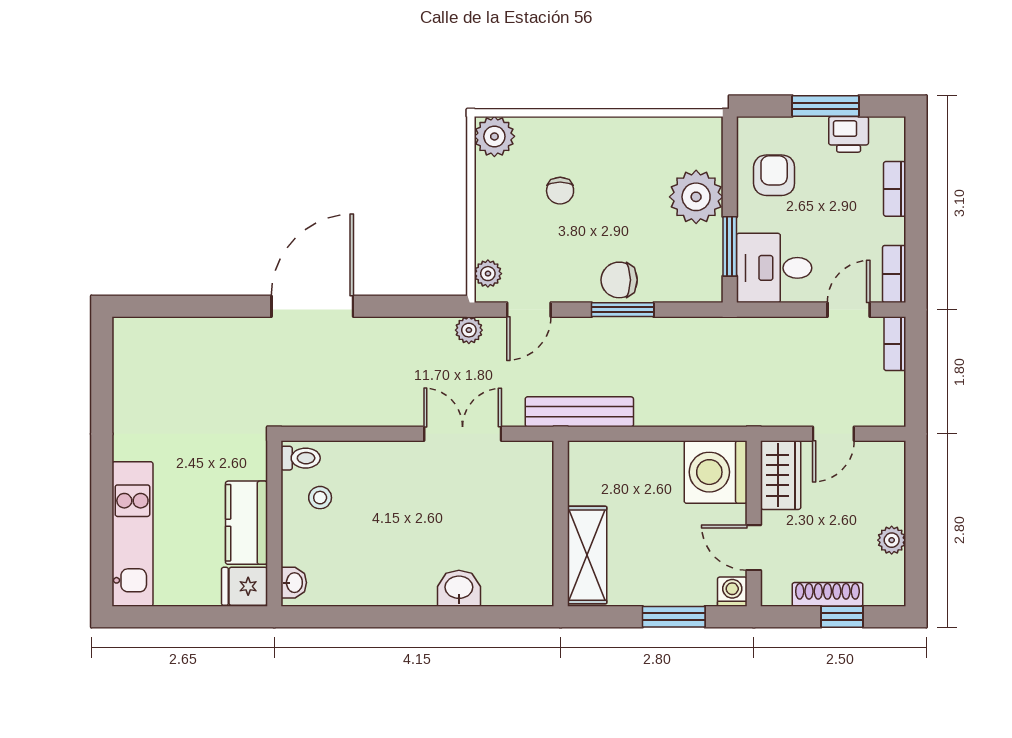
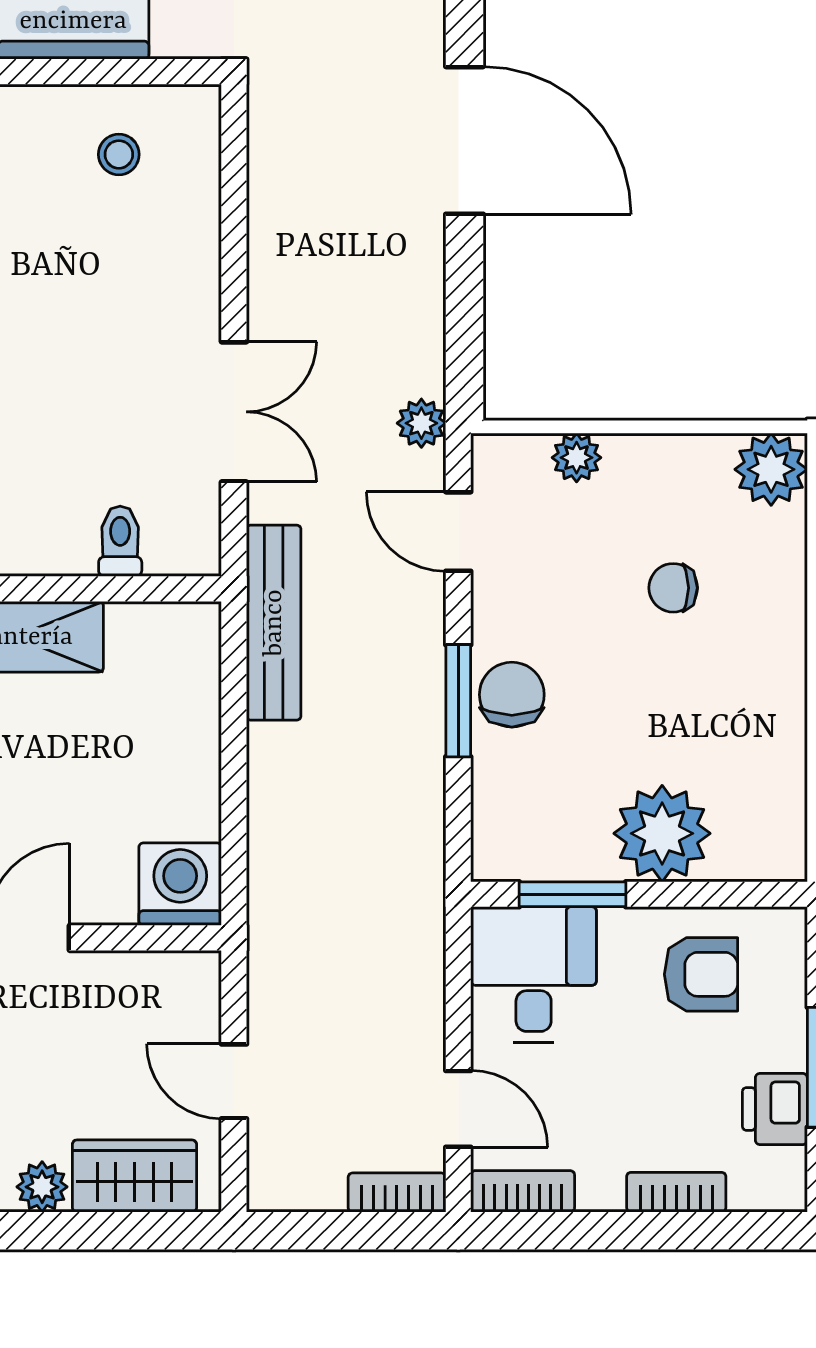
plant: (488, 274) -> (577, 458), moved
toilet: (301, 458) -> (120, 541), moved, turned 180
washing machine: (716, 472) -> (180, 884), width x0.73, depth x0.73
wardrobe: (781, 475) -> (134, 1176), moved, turned 180

